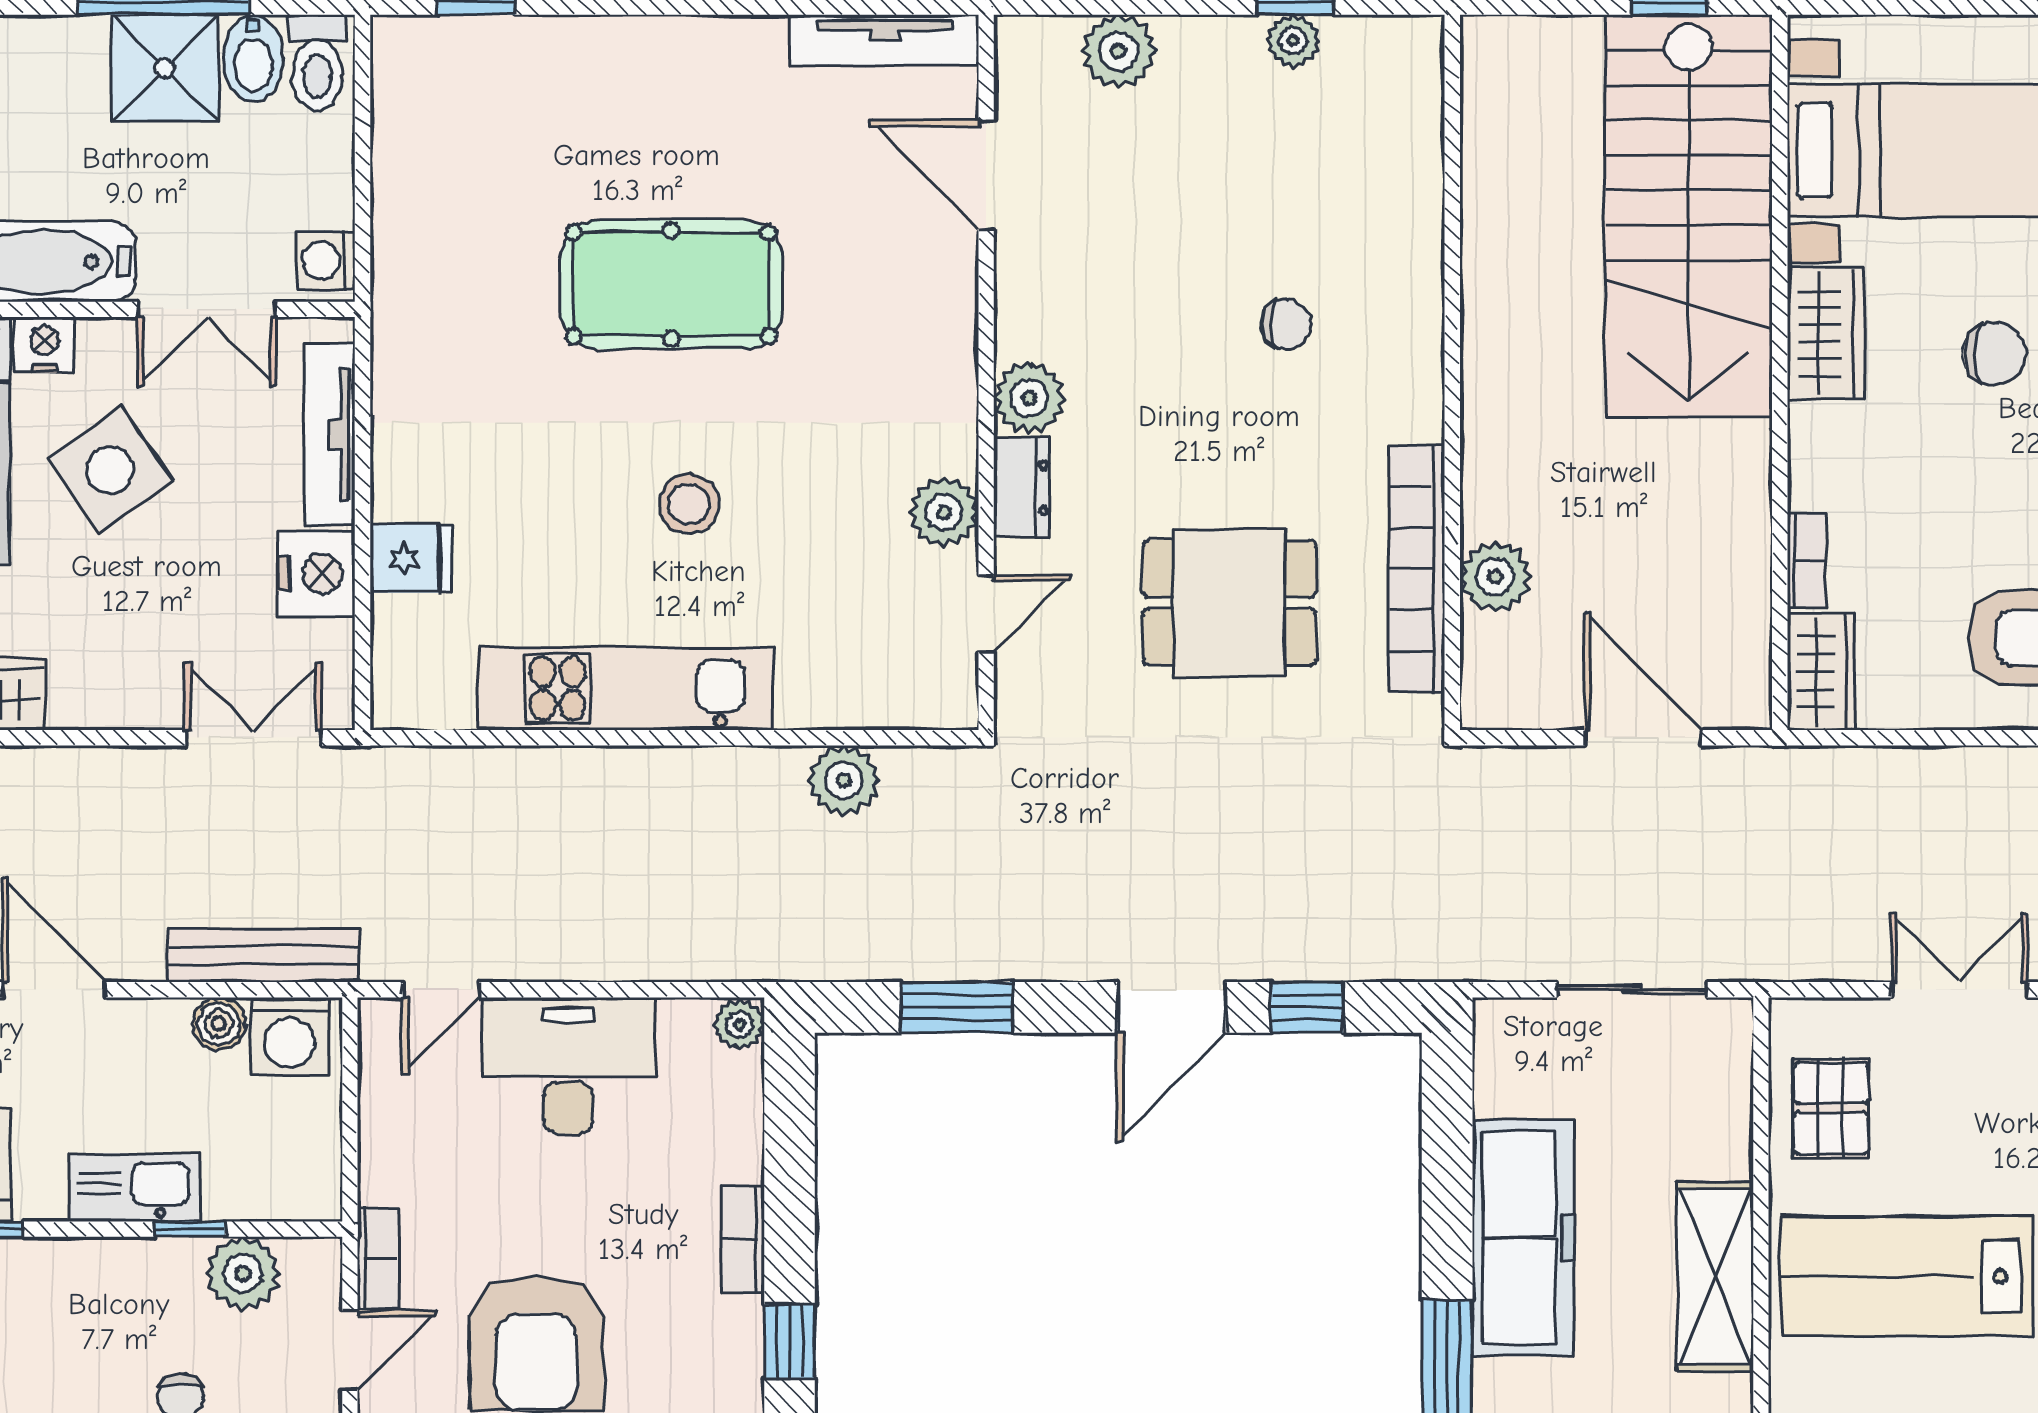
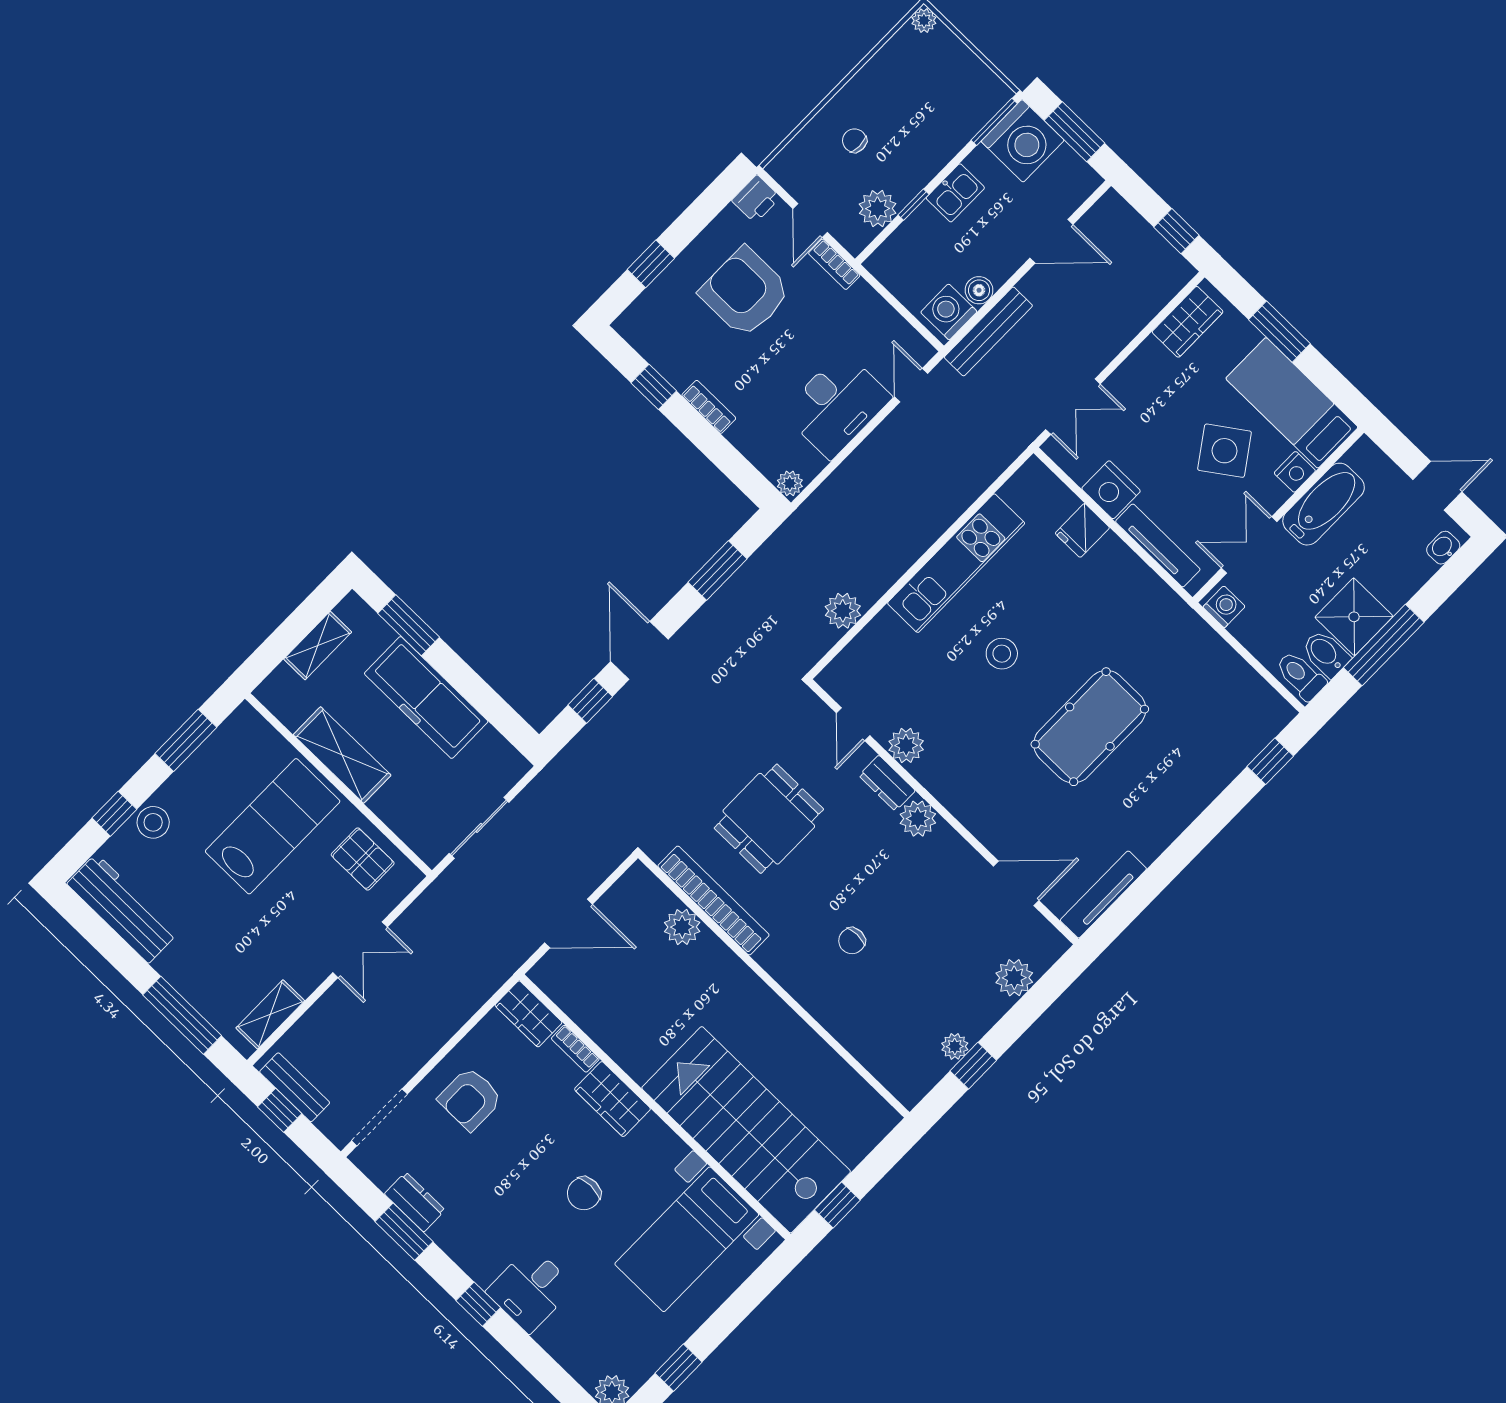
wardrobe: (1826, 333) -> (613, 1099), moved
kitchen sink: (134, 1187) -> (955, 193), width x0.73

